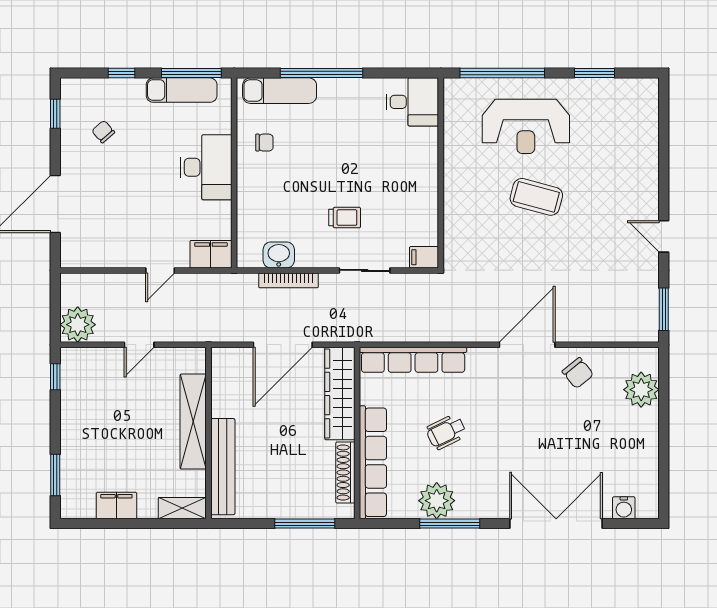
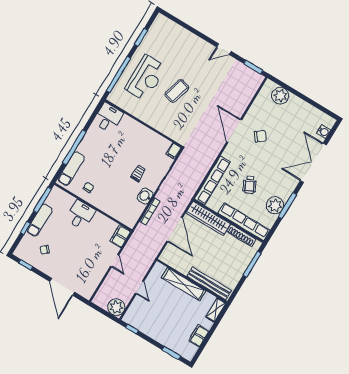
exam couch: (182, 90) -> (40, 220), moved
desk: (206, 167) -> (81, 215), width x0.73
washbasin: (279, 255) -> (145, 196), moved
chair: (578, 373) -> (260, 136), moved

